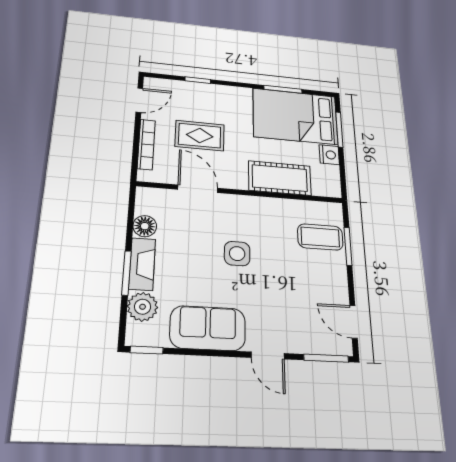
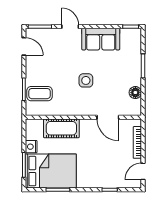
rug: (200, 136) -> (108, 151), removed
fireplace: (142, 264) -> (135, 71), removed
plant: (143, 307) -> (134, 48), removed

